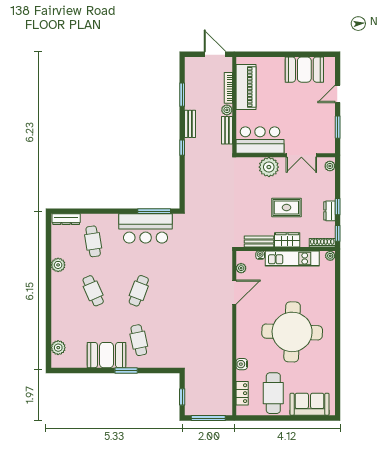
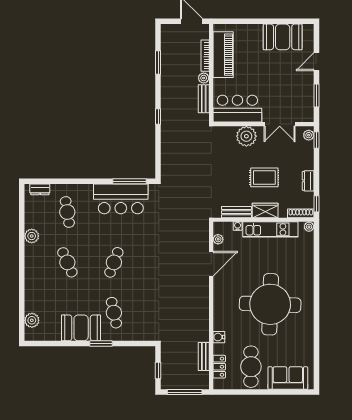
bench: (190, 124) -> (204, 357), moved
window: (338, 207) -> (317, 140), moved
dresser: (66, 219) -> (40, 189), width x0.70

